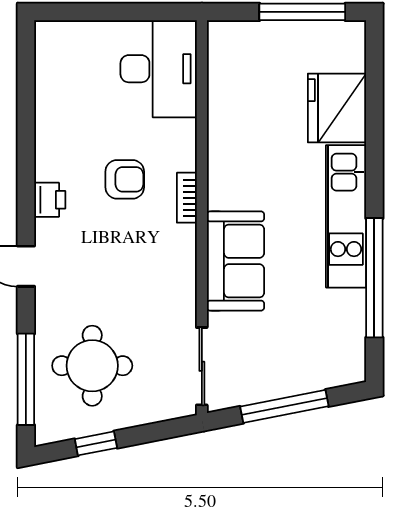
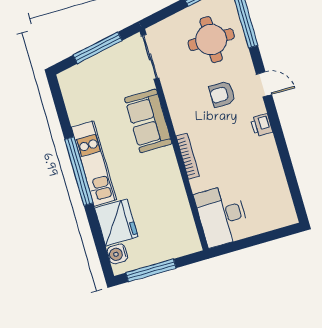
water cooler: (350, 55) -> (117, 254), added
armchair: (125, 179) -> (222, 94), moved
bookcase: (187, 198) -> (188, 156), width x1.56
window: (374, 278) -> (79, 171), moved

